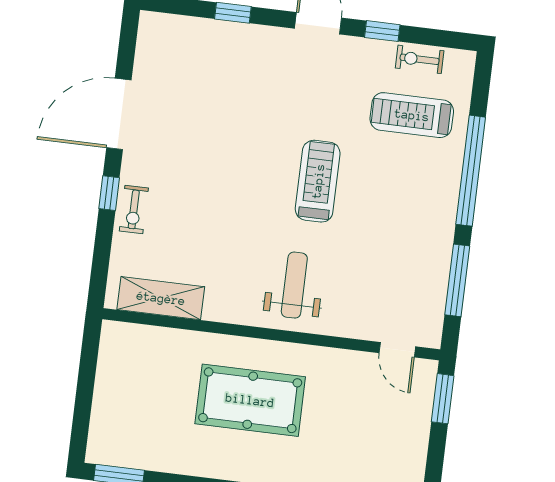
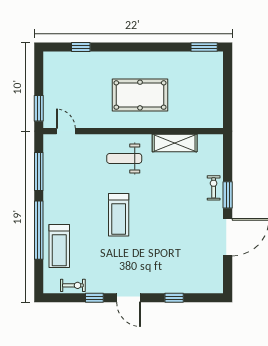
treadmill: (412, 115) -> (59, 246), moved, turned 90
window: (109, 193) -> (228, 195), width x1.50
weight bench: (294, 285) -> (124, 158), turned 90
shelving: (161, 298) -> (175, 143), moved

